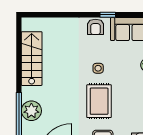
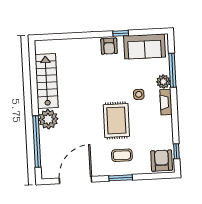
side table: (98, 68) -> (139, 94), moved
plant: (31, 111) -> (48, 119), moved

